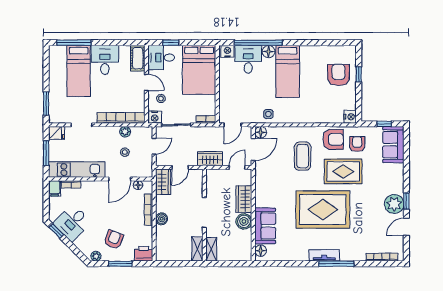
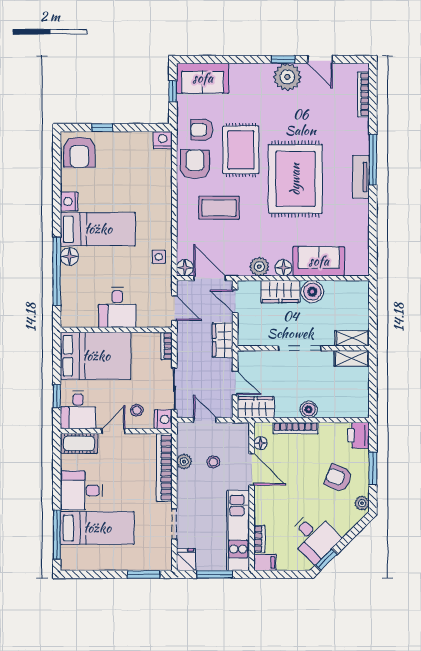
nightstand: (228, 51) -> (69, 202), moved
desk: (248, 59) -> (117, 308), moved, turned -90
armchair: (338, 75) -> (79, 152), moved, turned -90
plant: (262, 184) -> (259, 267), added
floor lamp: (261, 251) -> (283, 268), moved

